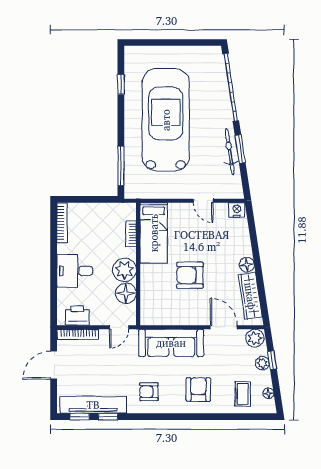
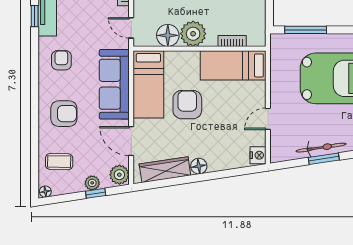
bed: (171, 311) -> (148, 84), added
door: (224, 327) -> (131, 141), swing flipped
floor lamp: (268, 393) -> (45, 192), moved

